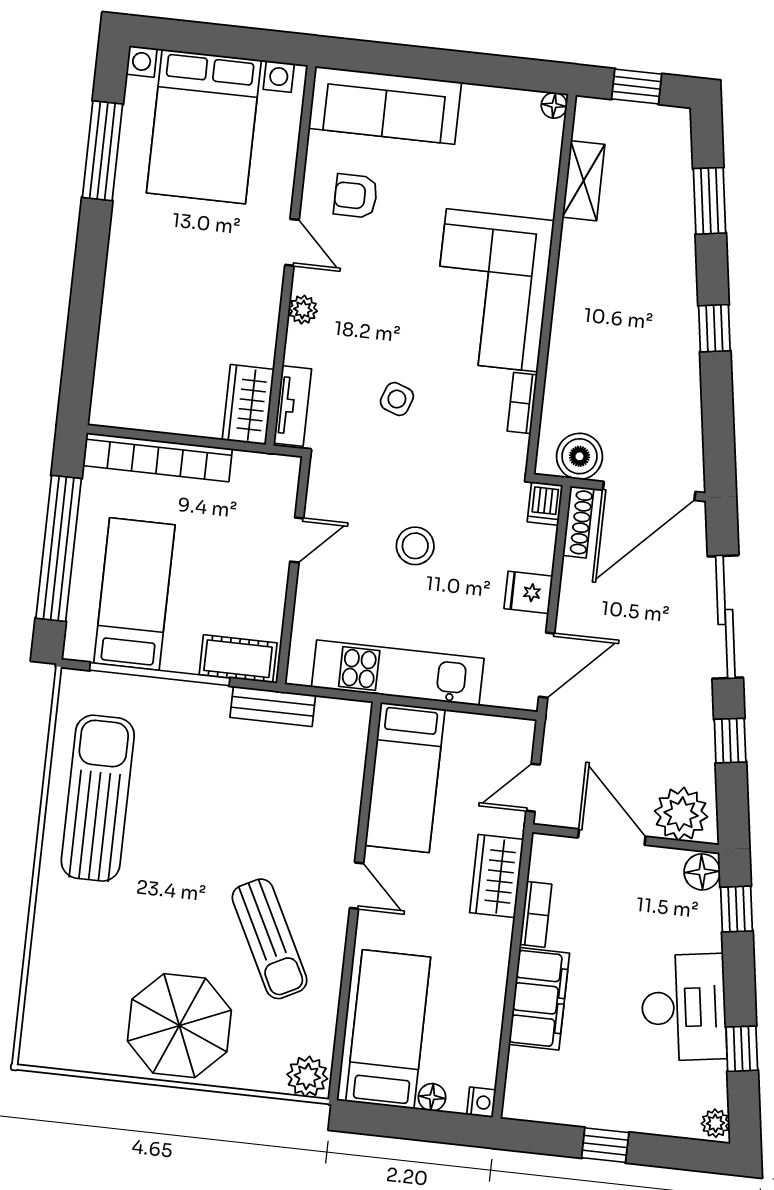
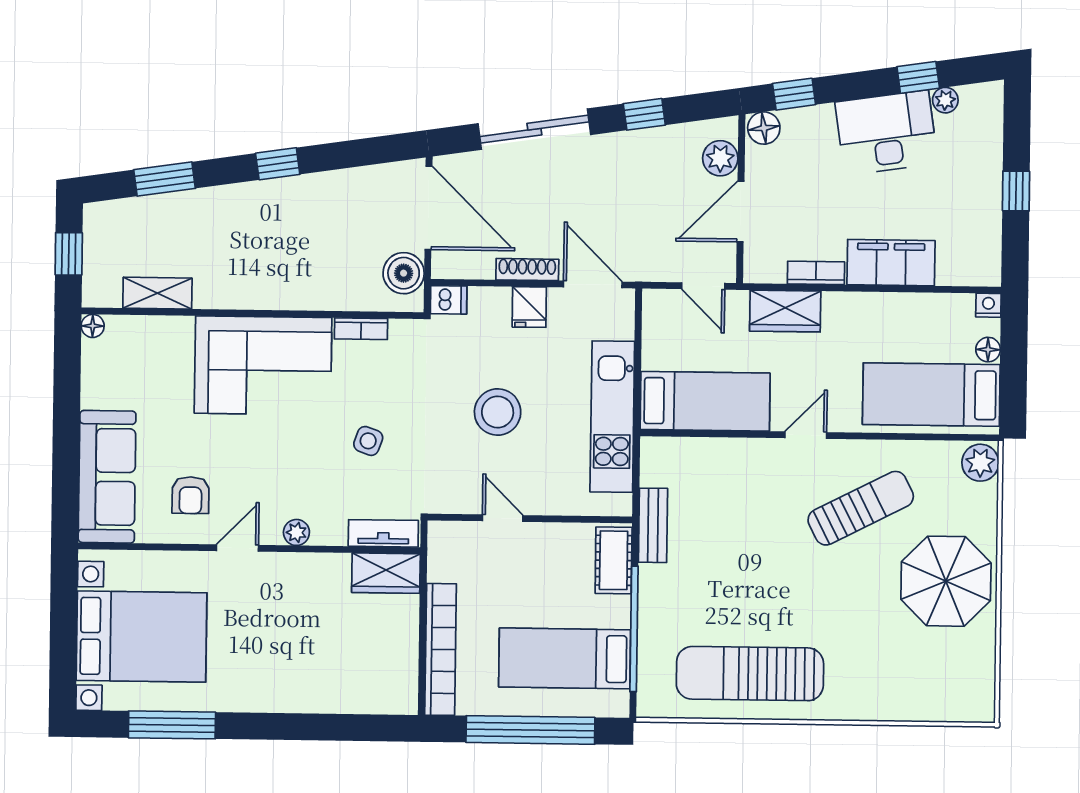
shoe rack: (578, 522) -> (527, 270), moved
stool: (415, 546) -> (498, 412), width x1.38, depth x1.38
plant: (681, 814) -> (720, 158), width x0.73, depth x0.73
plant: (715, 1123) -> (945, 100), moved

